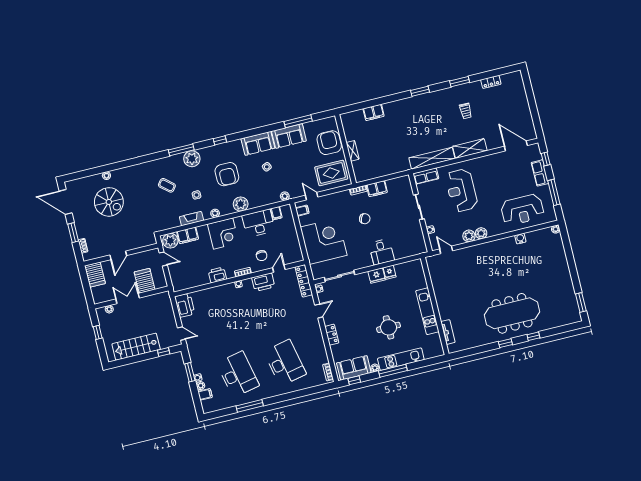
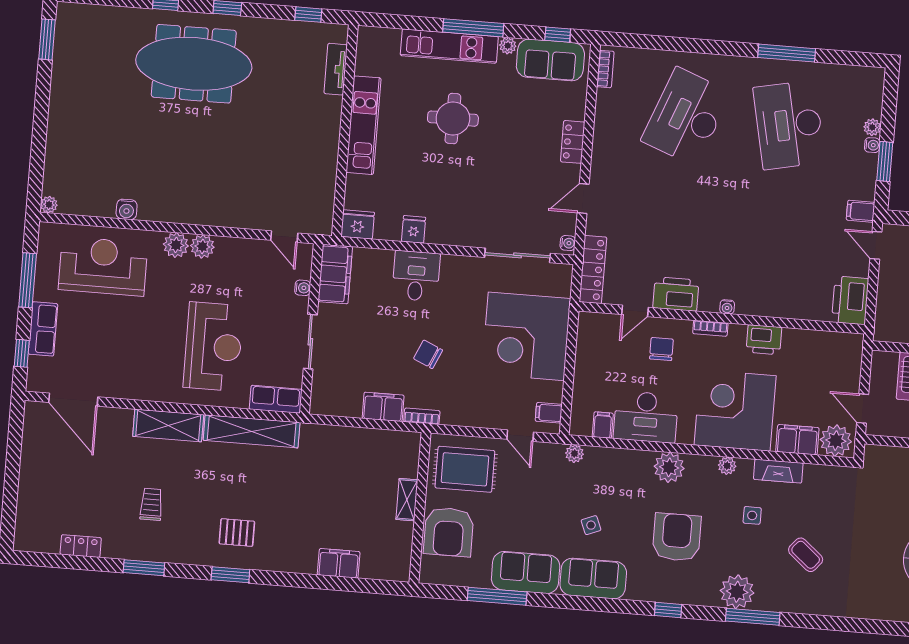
pallet: (423, 111) -> (237, 533), added
corner desk: (223, 233) -> (735, 410), width x1.36, depth x1.36
plant: (469, 236) -> (176, 245), moved
filing cabinet: (418, 241) -> (335, 274), added
fridge: (377, 276) -> (358, 224), moved
window: (468, 352) -> (308, 15), added
desk: (285, 363) -> (686, 117), turned 33
filing cabinet: (205, 394) -> (861, 211), moved

